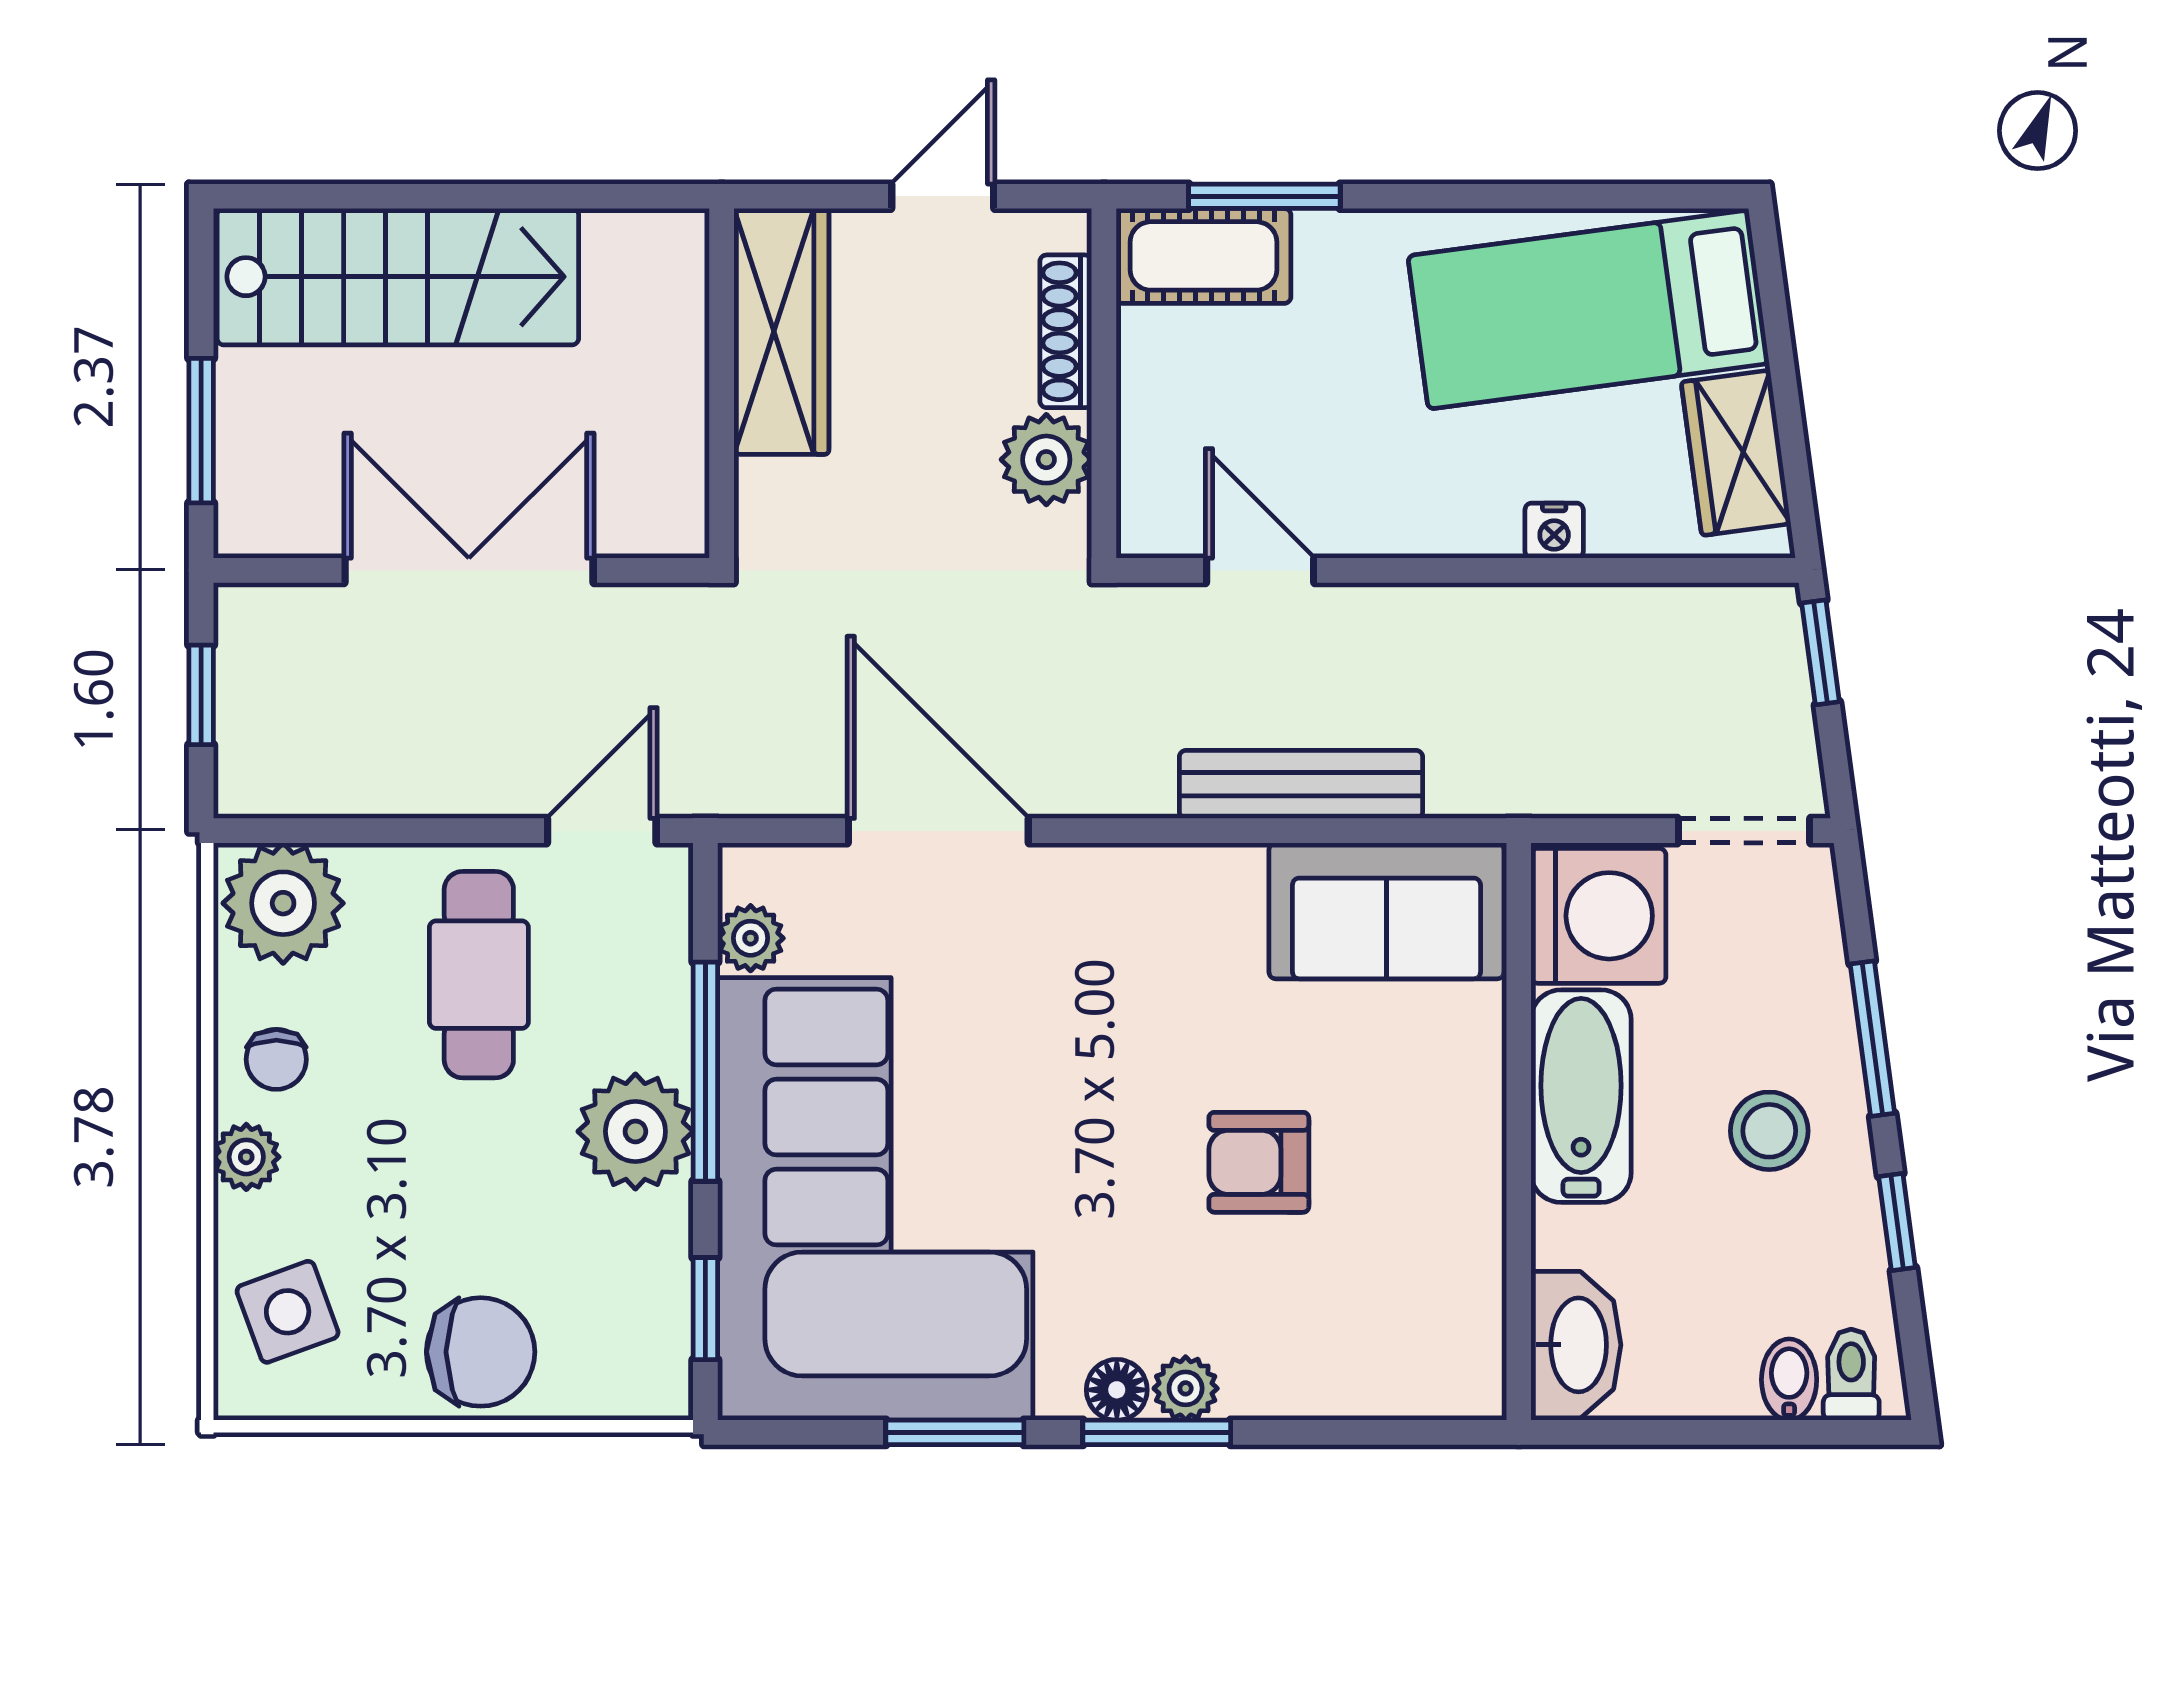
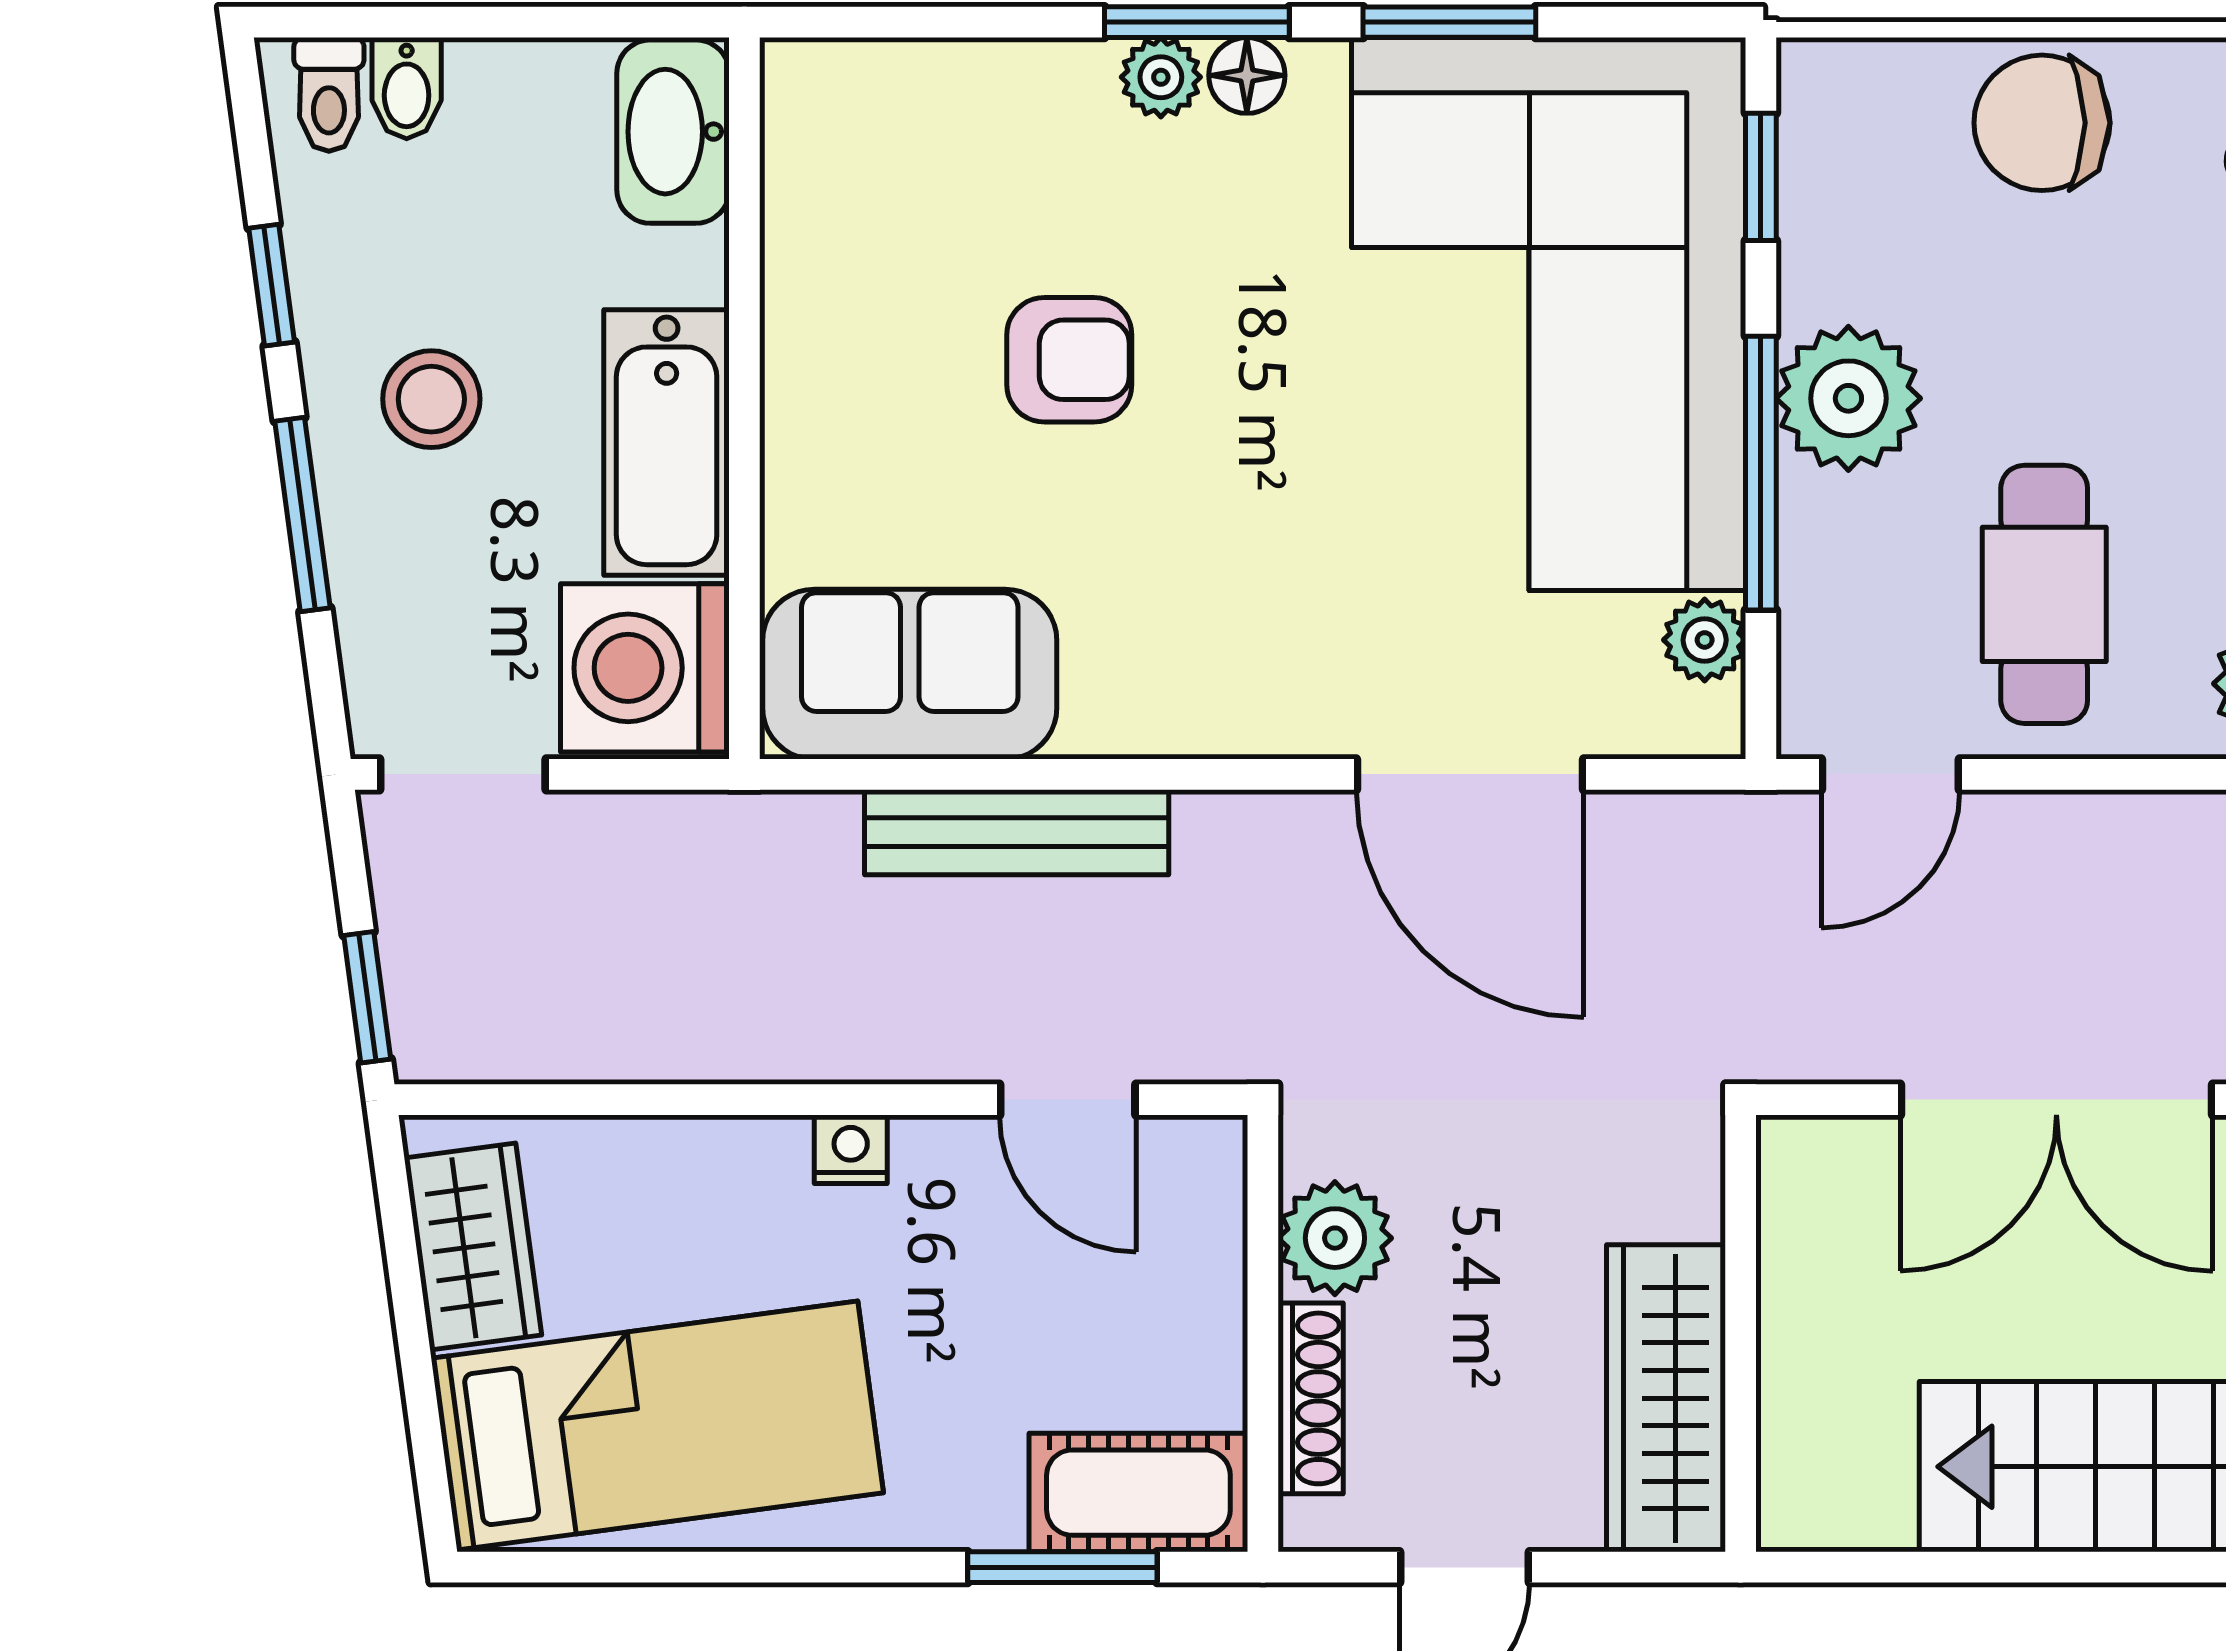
nightstand: (1554, 531) -> (851, 1149), moved

